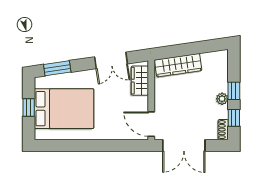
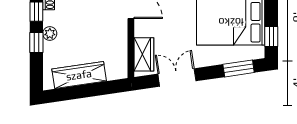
wardrobe: (178, 65) -> (79, 75), moved
window: (29, 108) -> (271, 37), moved

